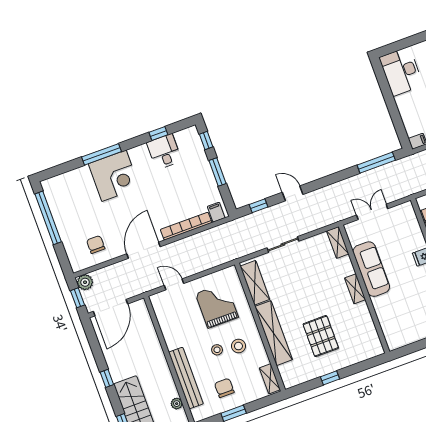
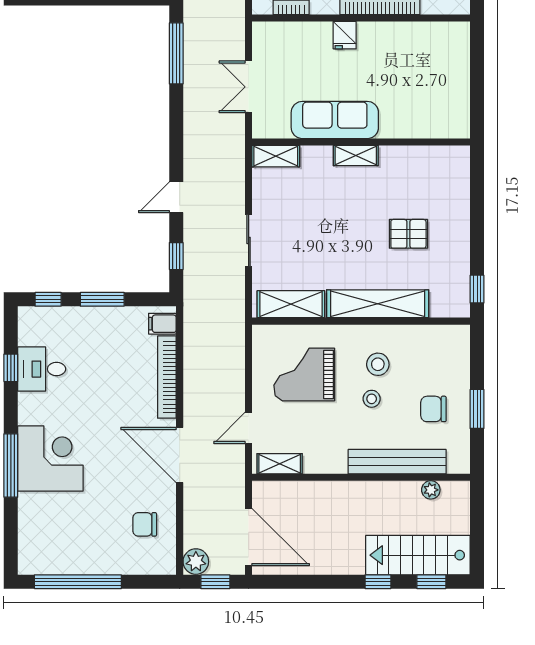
pallet: (321, 336) -> (408, 234), width x0.67, depth x0.71
window: (107, 378) -> (378, 582), moved
window: (330, 378) -> (477, 289), moved
shelving: (270, 379) -> (280, 464), moved

